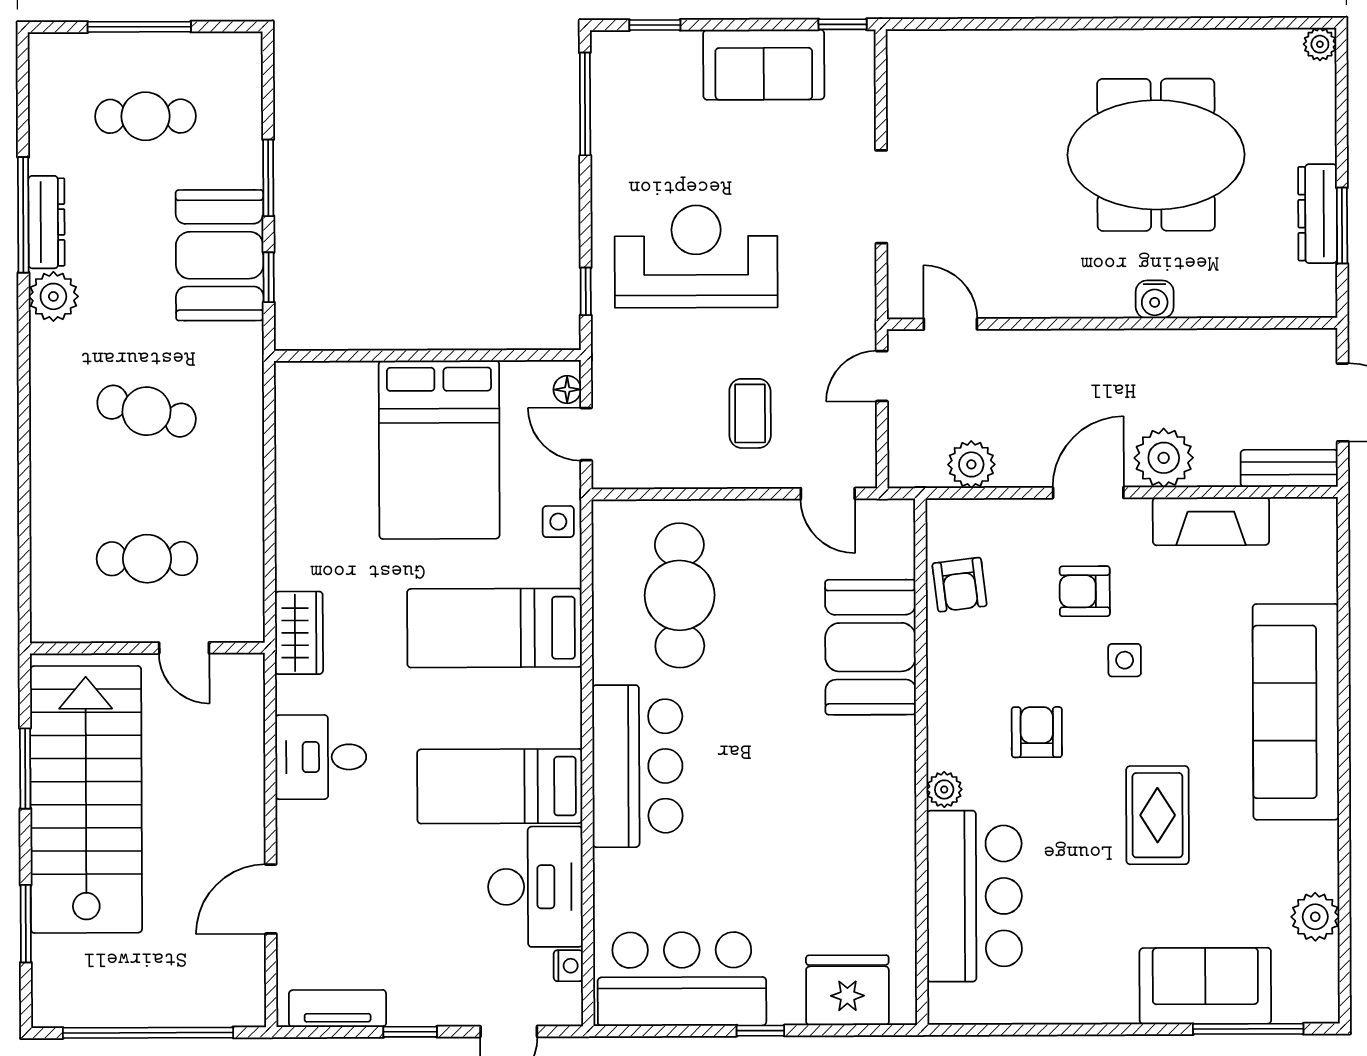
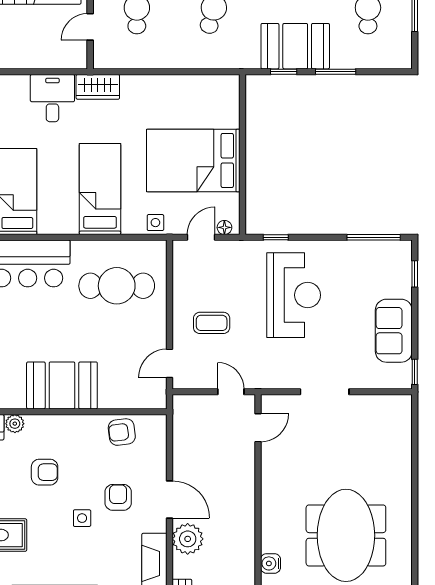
water cooler: (1155, 299) -> (270, 563), moved
plant: (971, 464) -> (185, 438), removed
booth: (871, 647) -> (62, 385), moved
desk: (321, 757) -> (52, 98), moved

